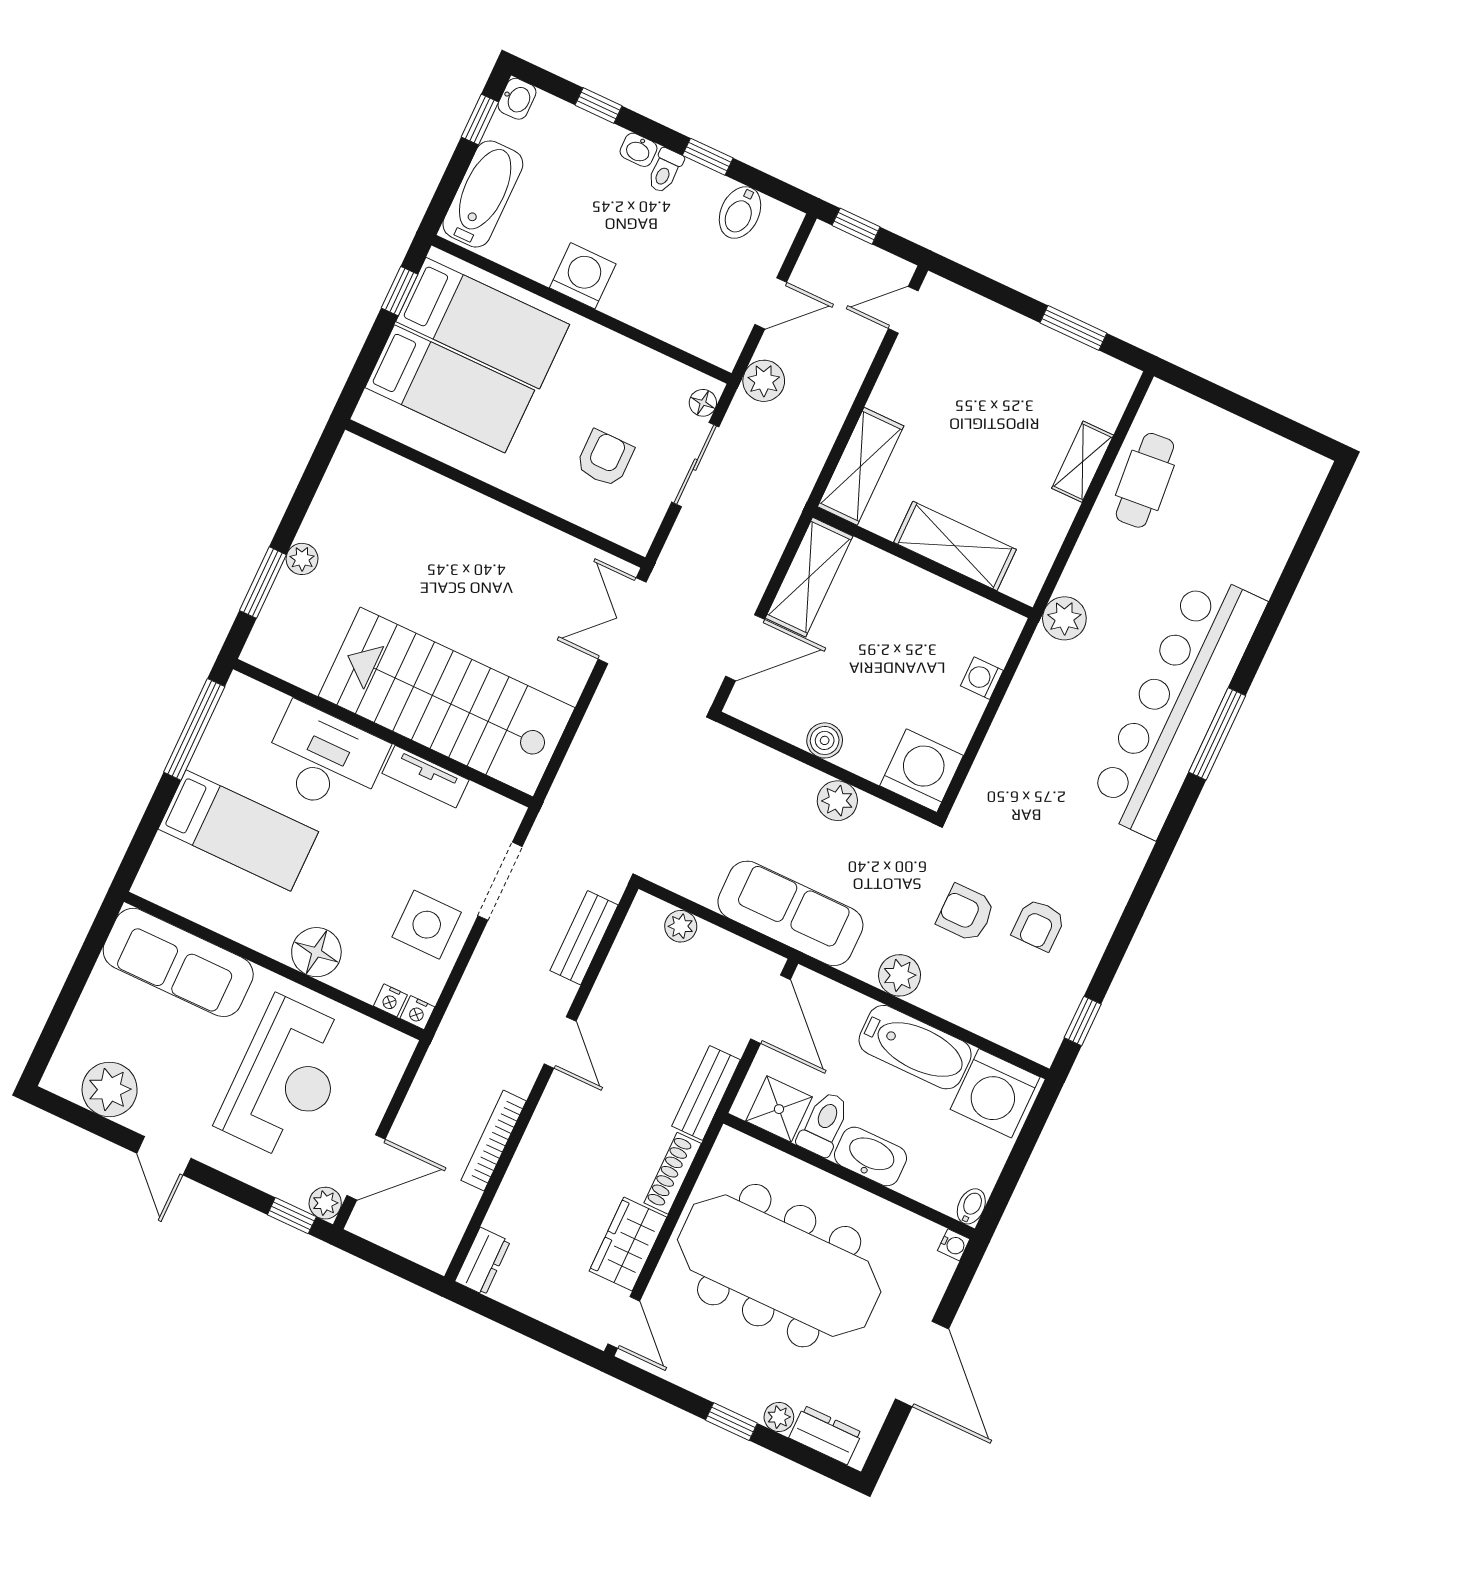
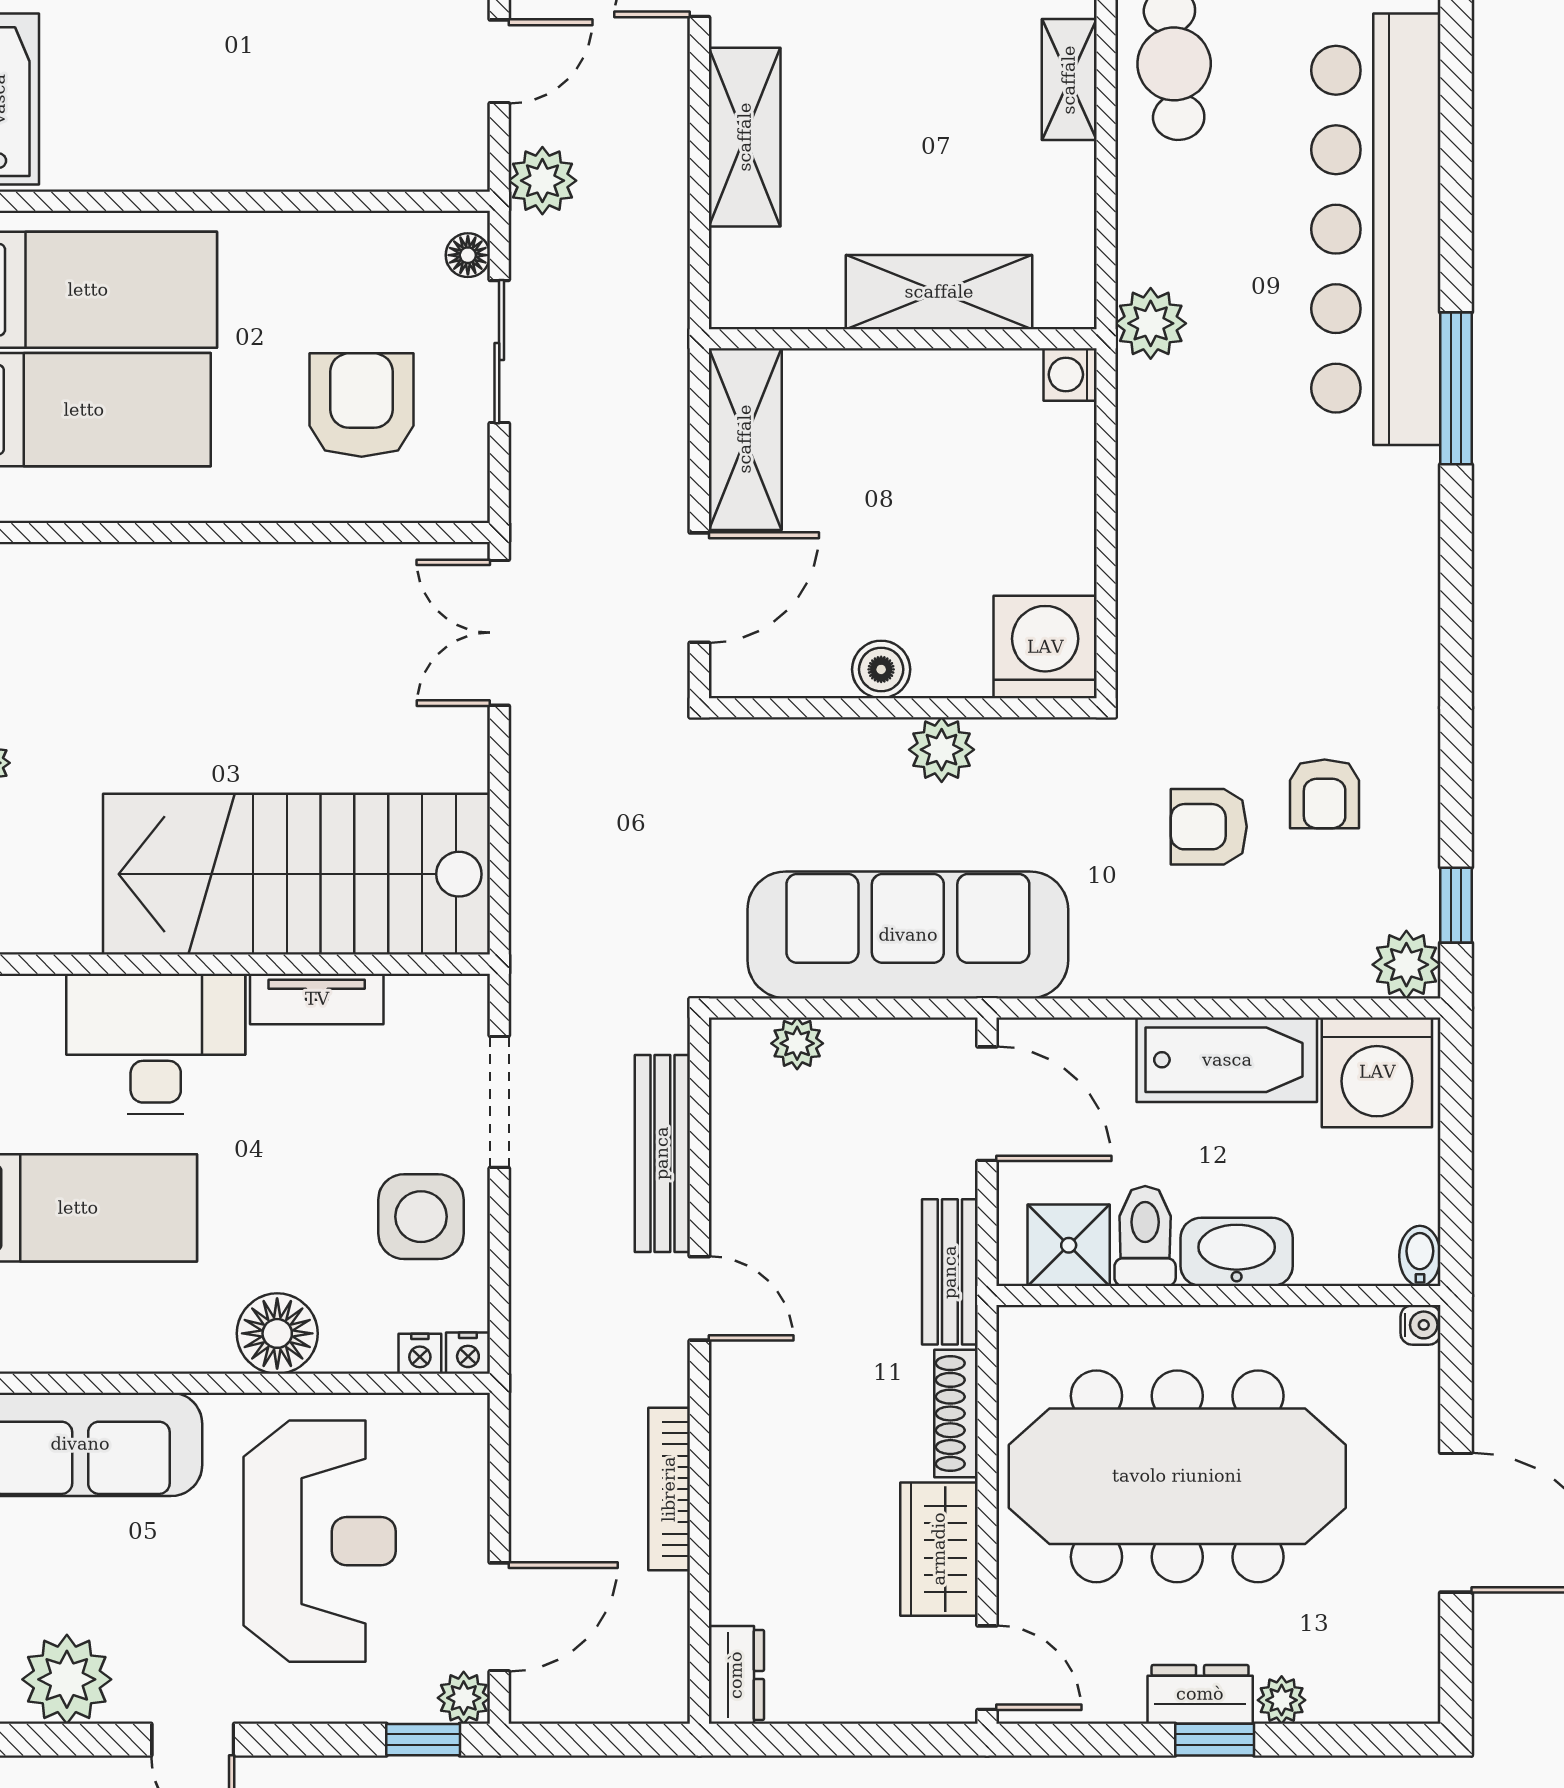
washing machine: (583, 276) -> (203, 151), removed
armchair: (605, 458) -> (362, 405), width x1.38, depth x1.38
shelving: (861, 466) -> (745, 137), moved
washing machine: (982, 678) -> (1070, 375), moved
bar counter: (1177, 705) -> (1376, 229), moved
sofa: (790, 913) -> (908, 935), width x1.36, depth x1.27
bench: (584, 938) -> (662, 1153), width x1.36
plant: (900, 975) -> (1406, 965), moved
dresser: (826, 1435) -> (1200, 1694), moved

